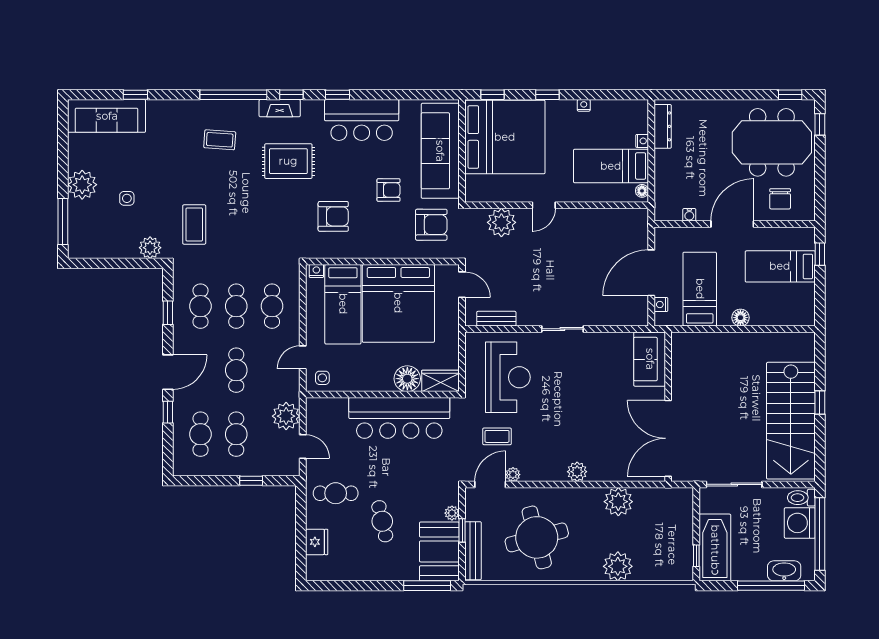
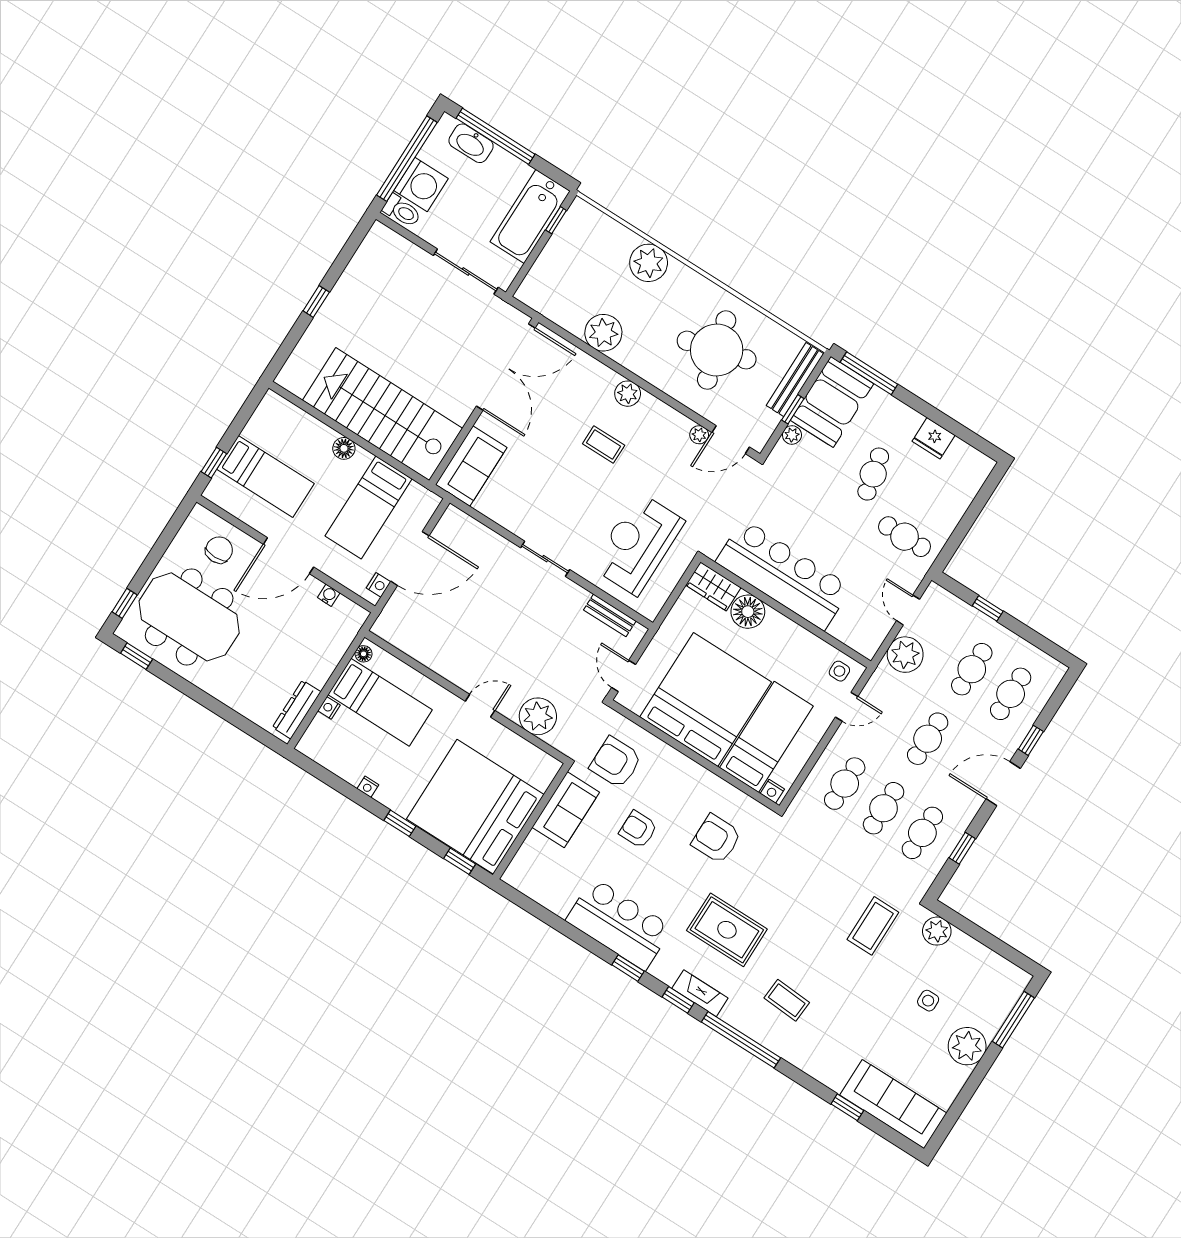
sofa: (440, 151) -> (566, 810), width x0.54, depth x0.79
nightstand: (661, 305) -> (378, 585), moved
stairs: (791, 421) -> (383, 414), moved, turned -90
coffee table: (497, 436) -> (604, 444), moved
fridge: (317, 542) -> (934, 438), moved, turned -90

